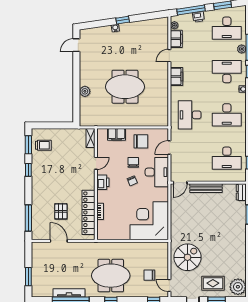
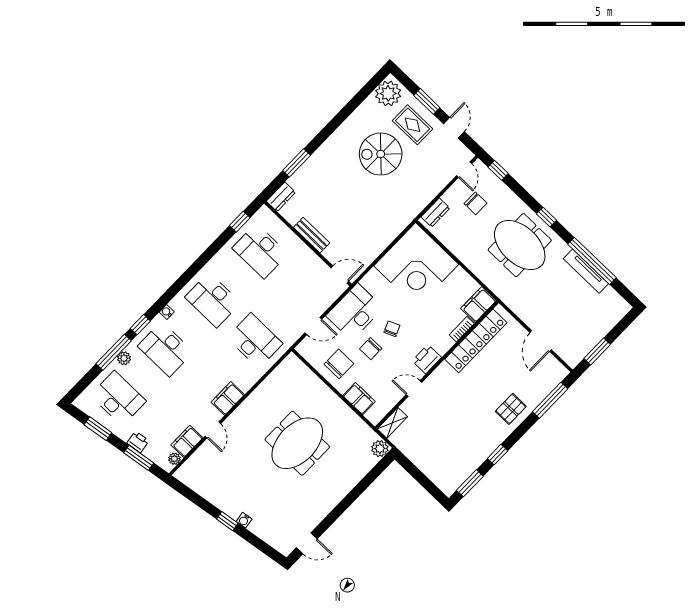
window: (191, 10) -> (139, 458), width x0.69
door: (169, 56) -> (213, 430), hinge flipped
meeting table: (125, 87) -> (297, 443), turned 90
plant: (85, 91) -> (380, 449), moved
desk: (190, 115) -> (255, 341), turned -90
desk: (227, 115) -> (213, 300), turned 180
chair: (141, 141) -> (339, 364), turned 90
trolley: (43, 145) -> (454, 466), removed
desk: (227, 158) -> (260, 251), turned 180
bench: (206, 188) -> (312, 235), width x0.73
pallet: (61, 211) -> (511, 409), moved
filing cabinet: (103, 230) -> (478, 305), added
dresser: (164, 253) -> (435, 213), added
spiral stairs: (188, 257) -> (381, 154), moved
window: (28, 277) -> (597, 351), moved

